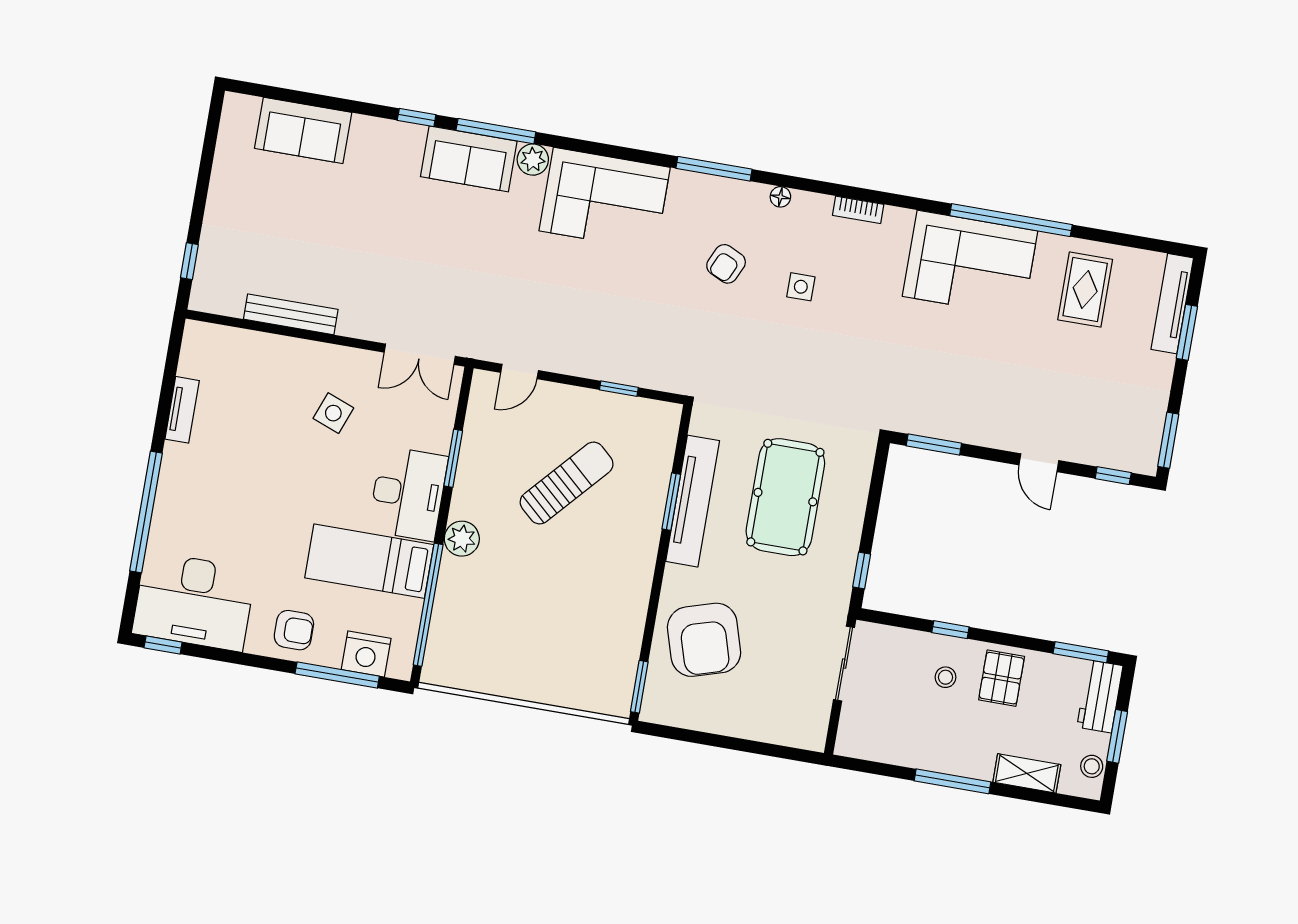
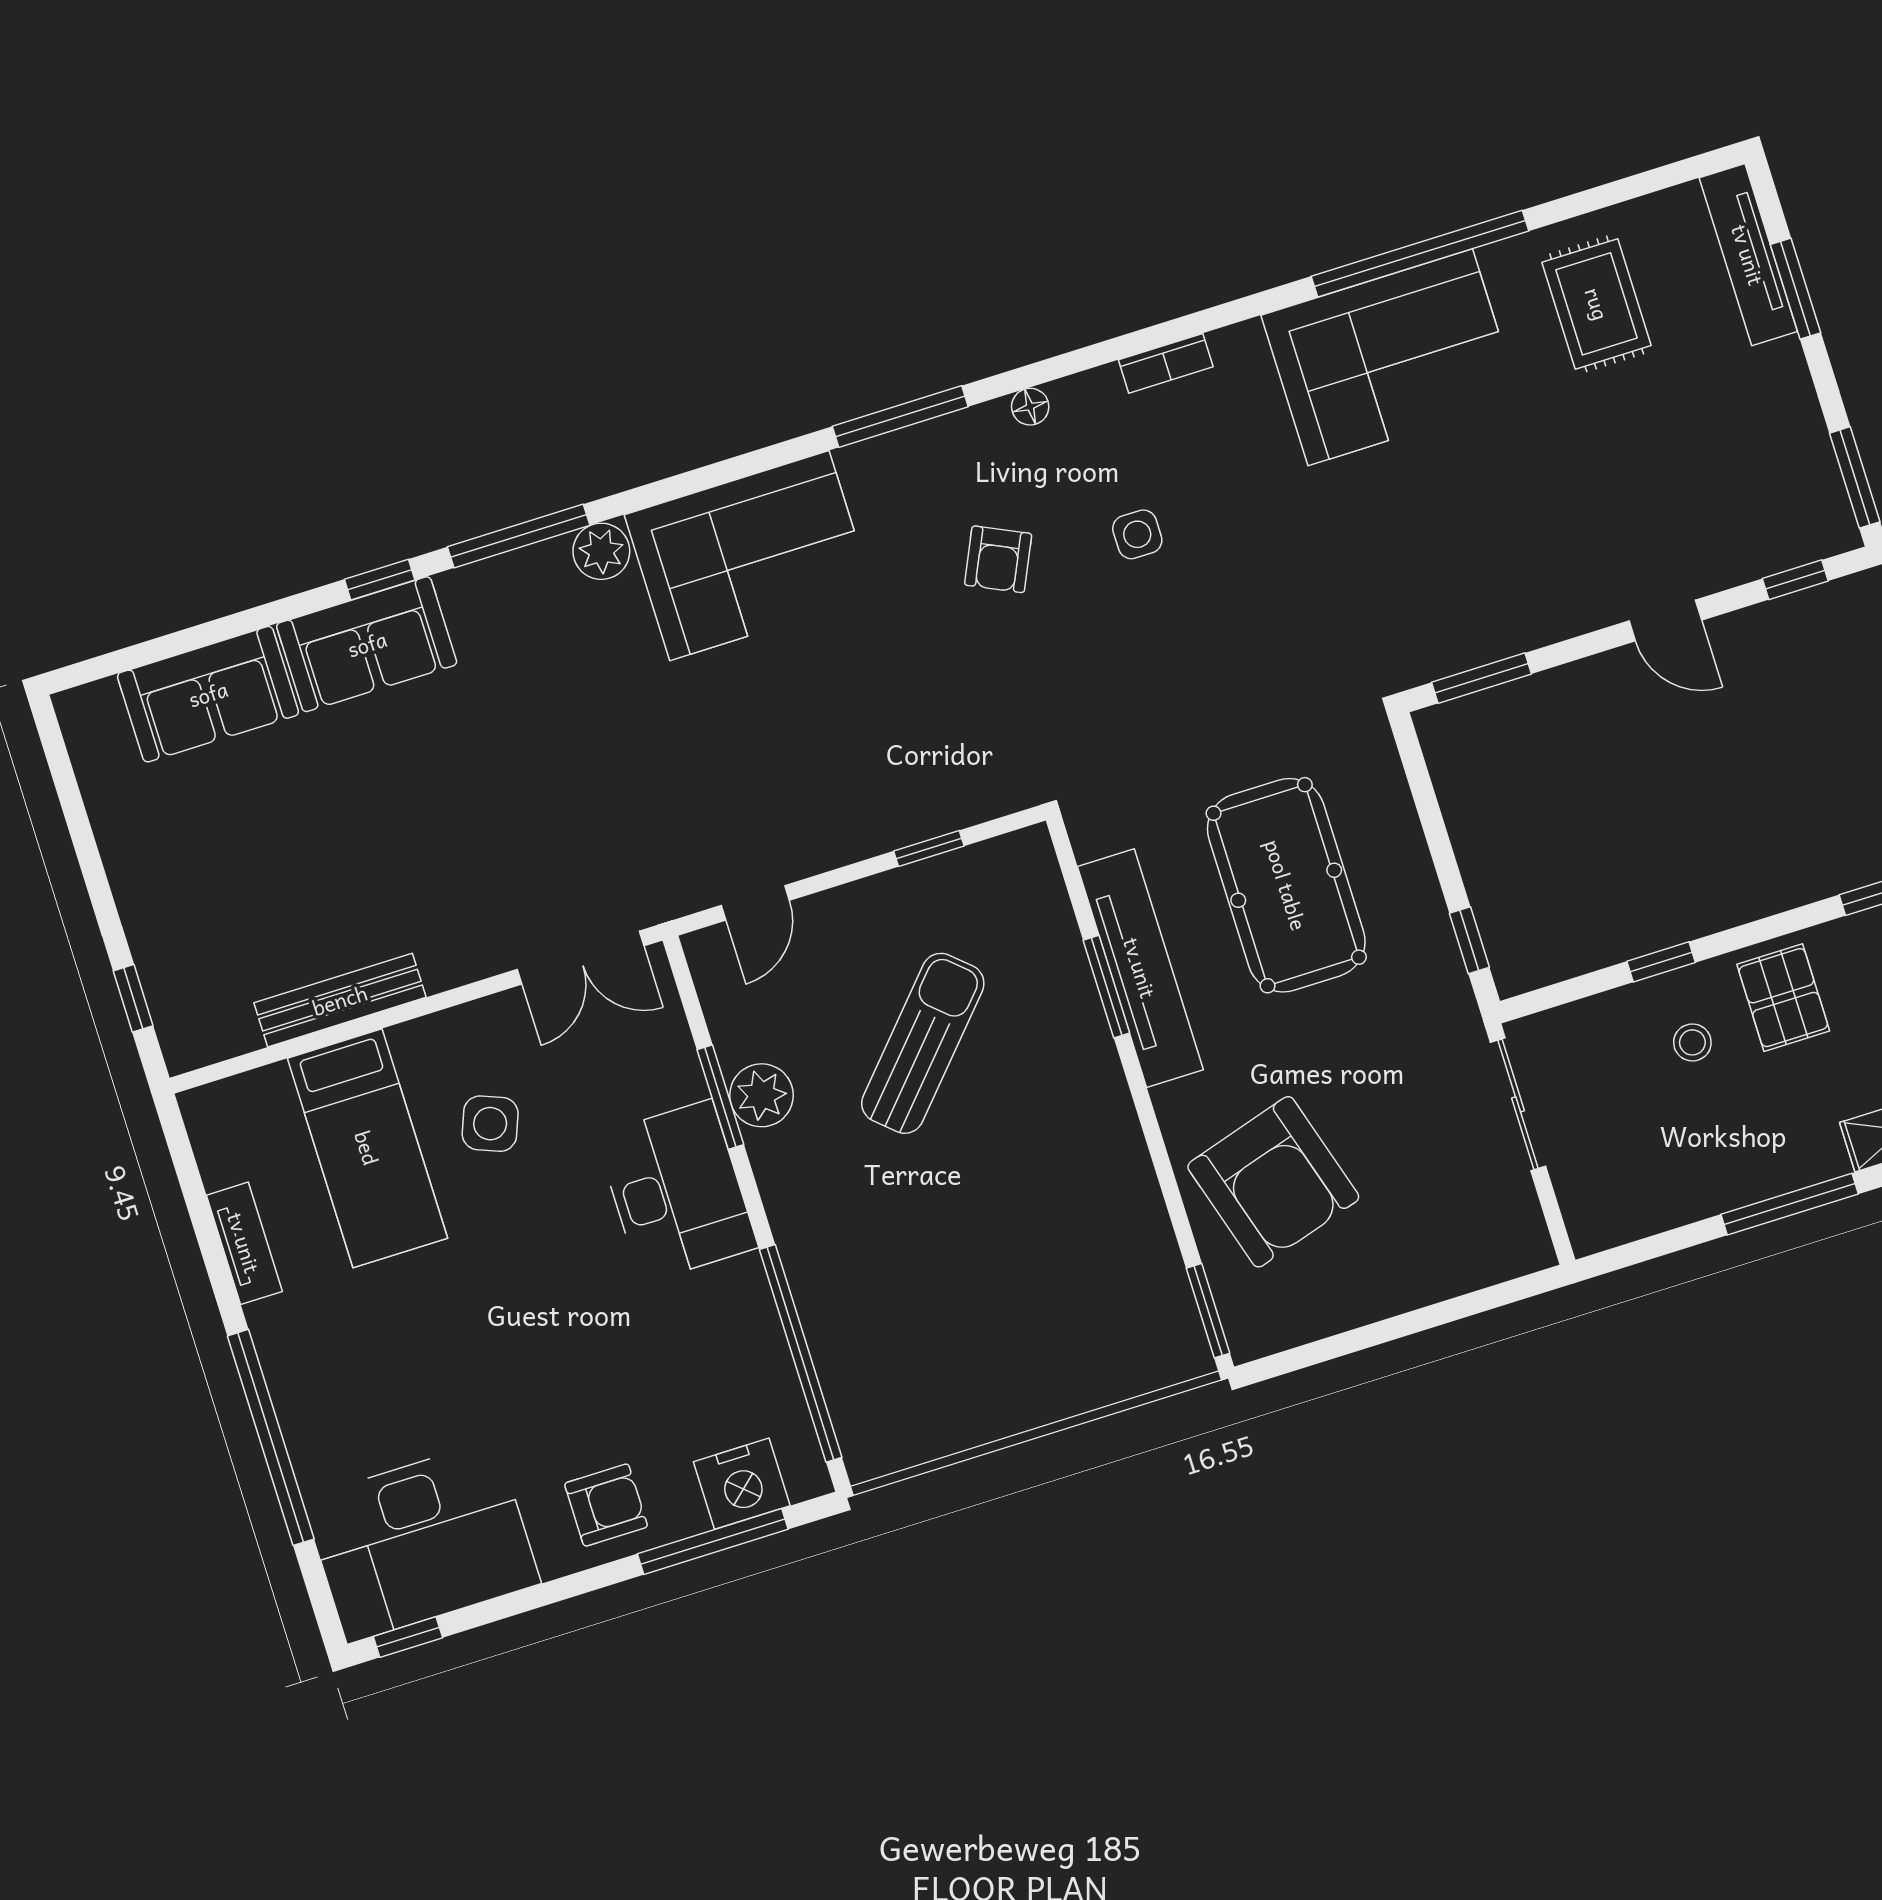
sofa: (469, 159) -> (367, 644), moved
plant: (462, 539) -> (761, 1095), moved
bed: (369, 561) -> (367, 1148), moved, turned -90

